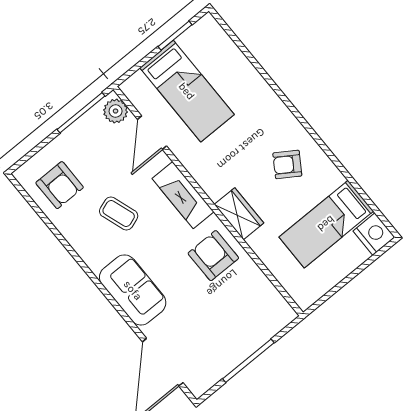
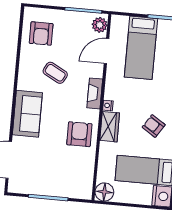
nightstand: (214, 192) -> (108, 106), added
fireplace: (183, 195) -> (95, 93), width x0.73, depth x0.76
coffee table: (119, 214) -> (55, 73), turned -43
floor lamp: (305, 292) -> (104, 192), added

